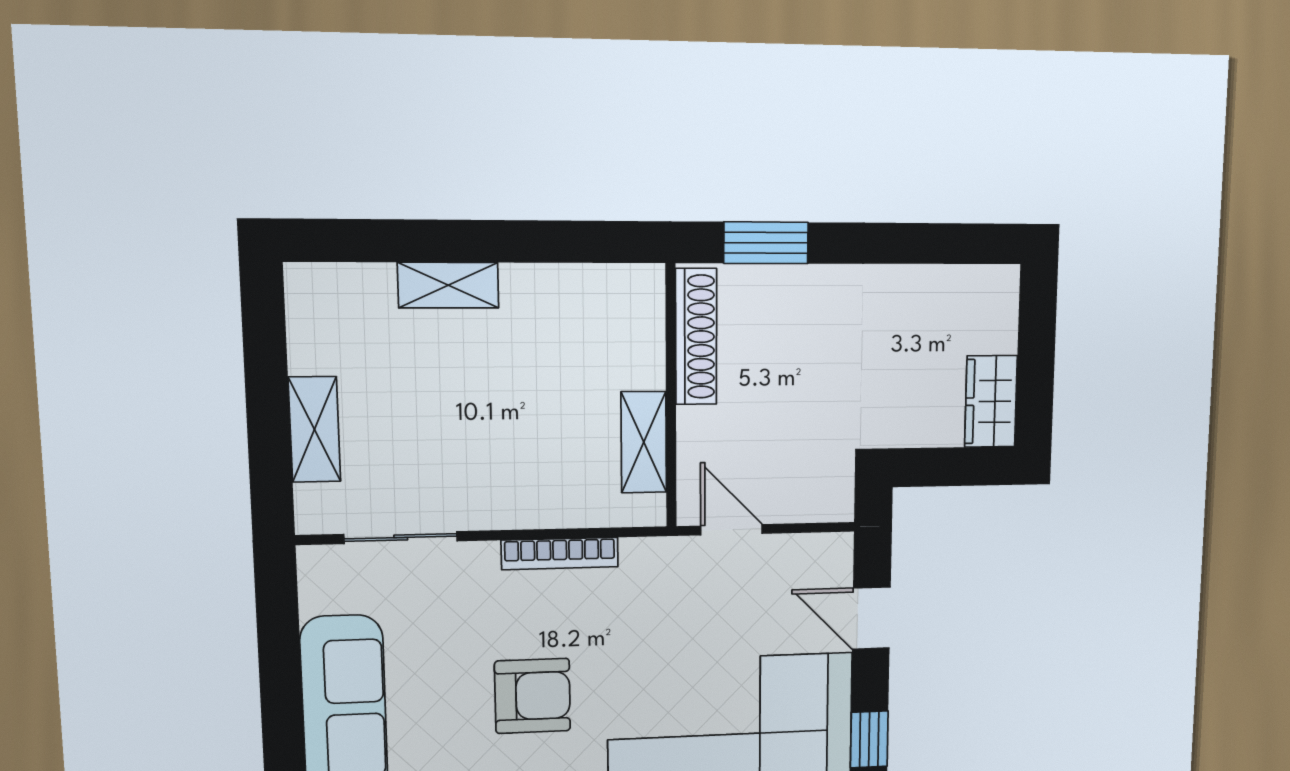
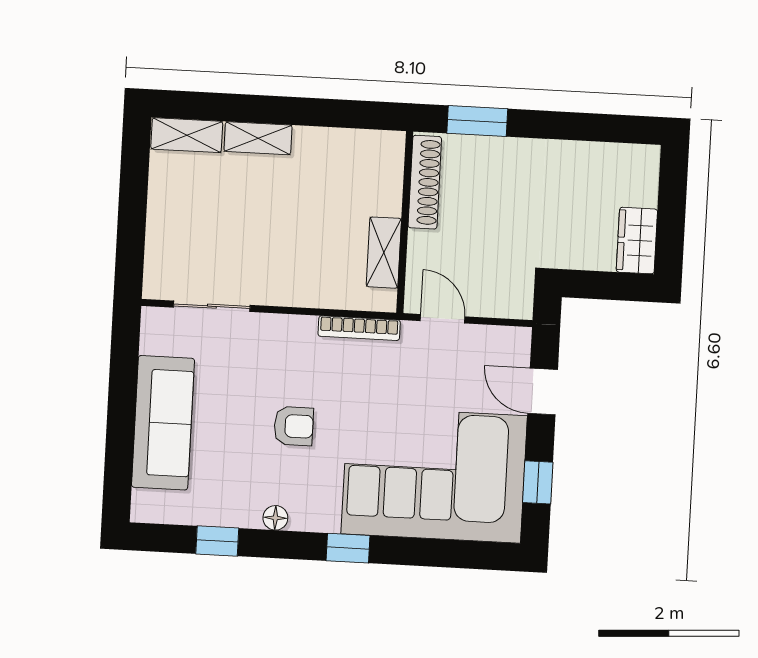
shelving: (314, 429) -> (187, 135), moved, turned 90
bookcase: (560, 554) -> (359, 328), moved
armchair: (533, 696) -> (294, 426), width x0.72, depth x0.72

